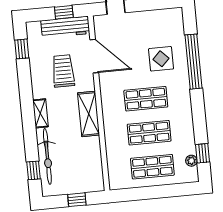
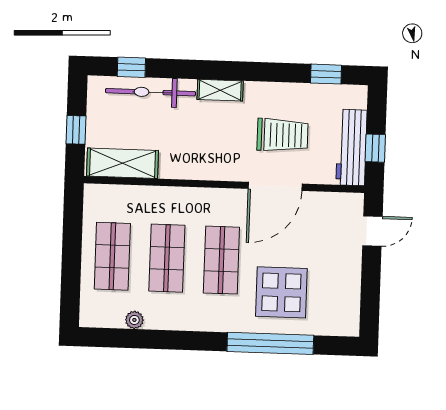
door: (94, 56) -> (275, 186), moved
display table: (161, 59) -> (281, 292), width x1.36, depth x1.36
shelving: (89, 114) -> (123, 163), moved
window: (202, 153) -> (123, 338), removed
plant: (191, 161) -> (134, 320), moved

